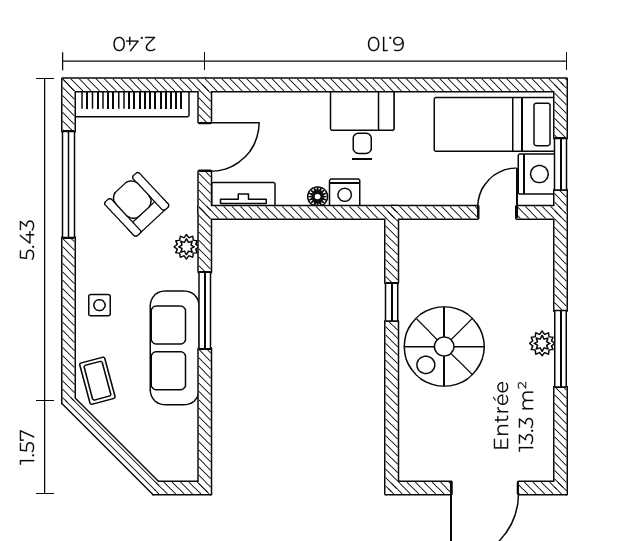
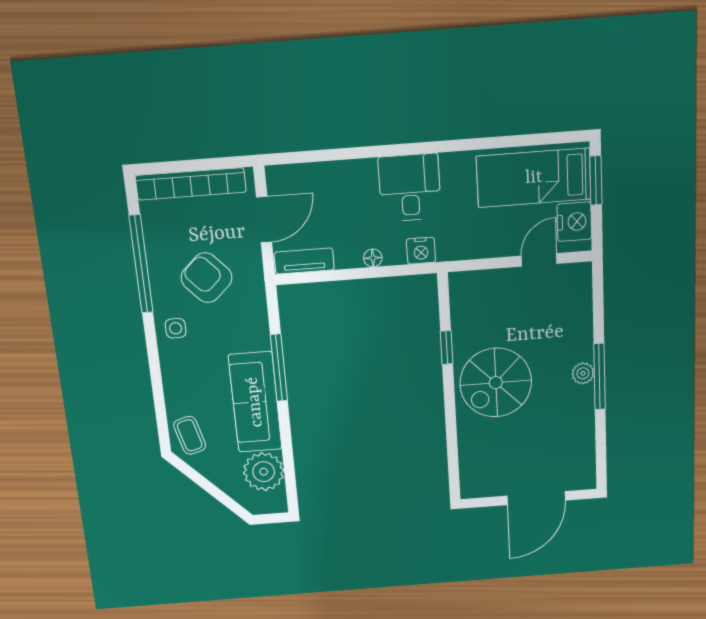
window: (561, 164) -> (596, 180), moved
nightstand: (345, 193) -> (421, 251), moved
plant: (186, 247) -> (264, 472), moved, width x1.87, depth x1.87
side table: (99, 305) -> (176, 328), moved

